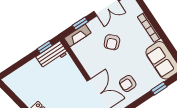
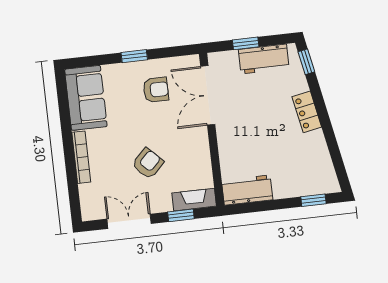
window: (45, 47) -> (313, 200), moved
window: (159, 88) -> (134, 56), moved

